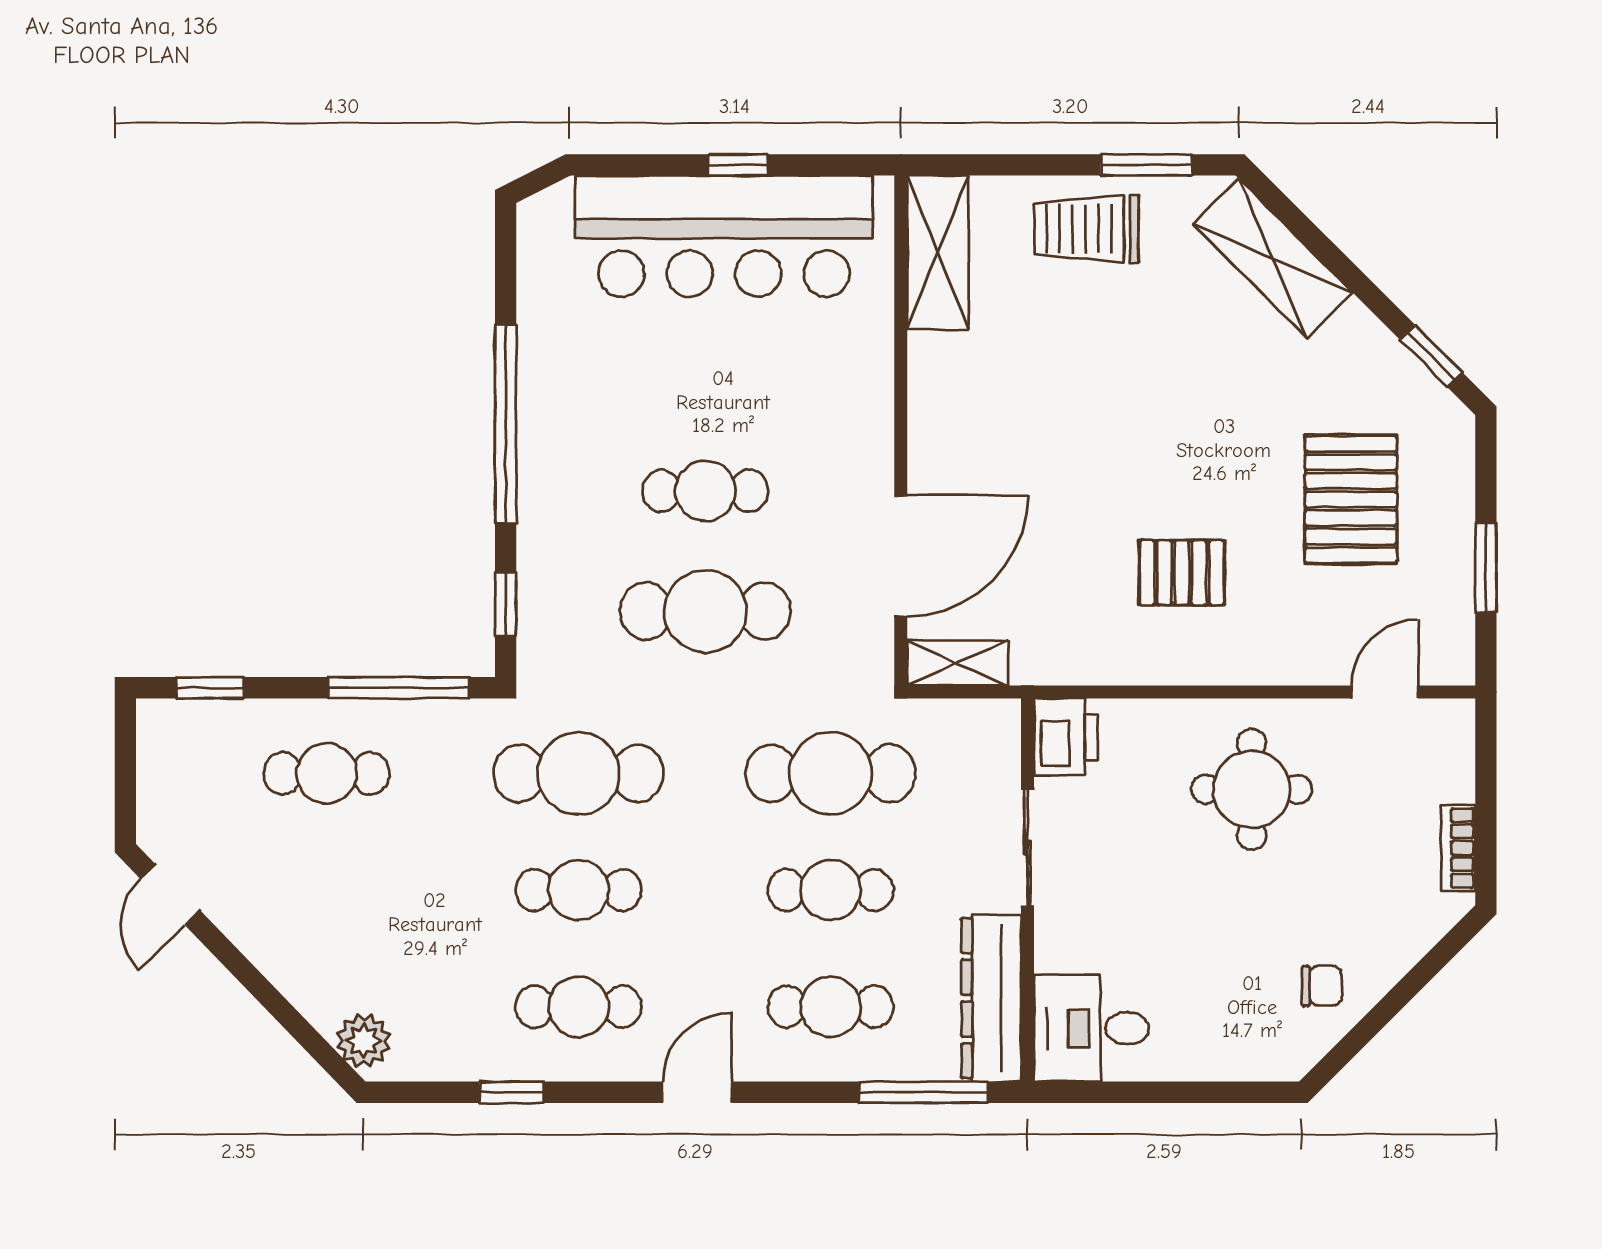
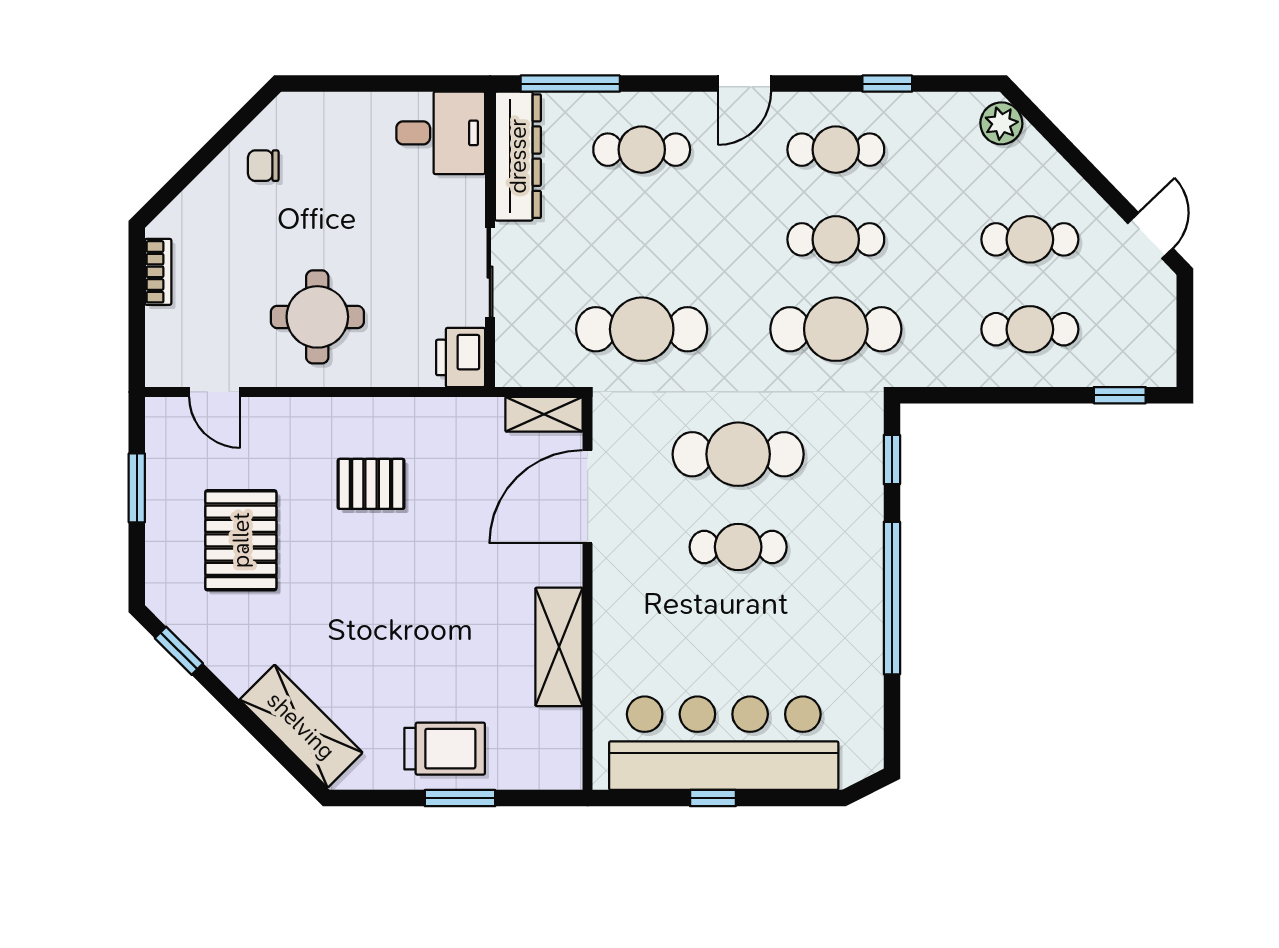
window: (1146, 165) -> (460, 798), moved
shelving: (938, 252) -> (559, 647), moved
window: (399, 688) -> (974, 395), removed
door: (1385, 692) -> (215, 392), hinge flipped
cafe table: (831, 890) -> (1030, 239), moved

